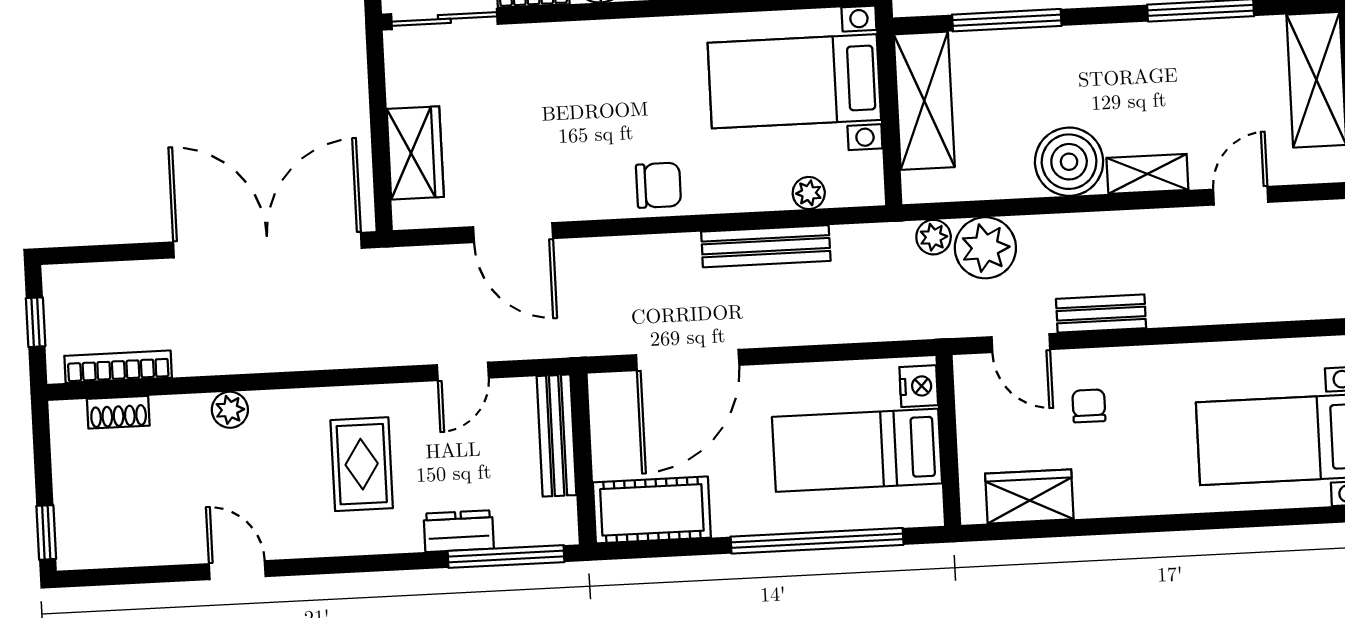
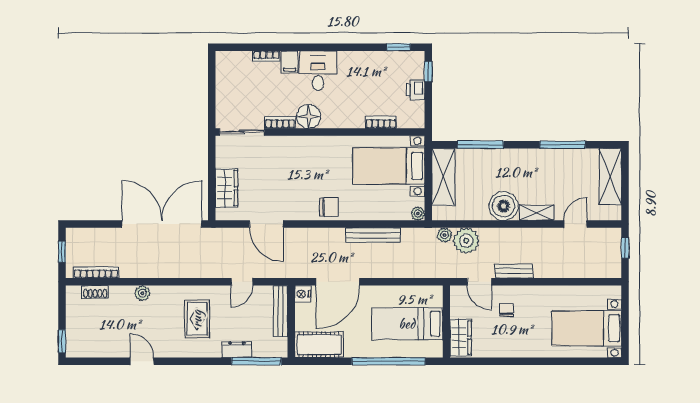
plant: (809, 193) -> (418, 214), moved
nightstand: (919, 386) -> (303, 294), moved, turned 180
wardrobe: (1029, 496) -> (461, 338), moved, turned 90

